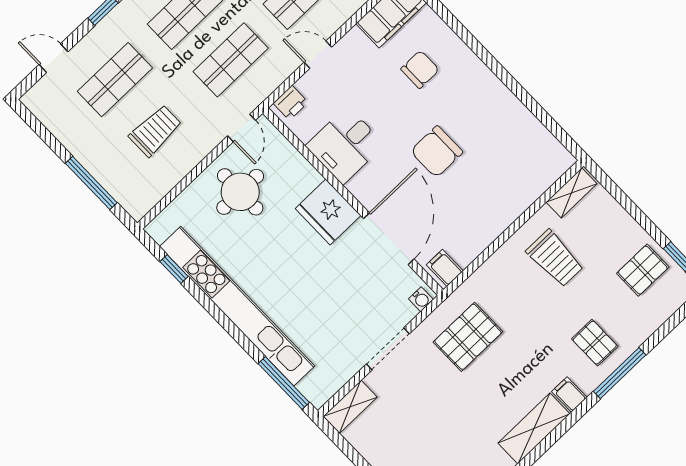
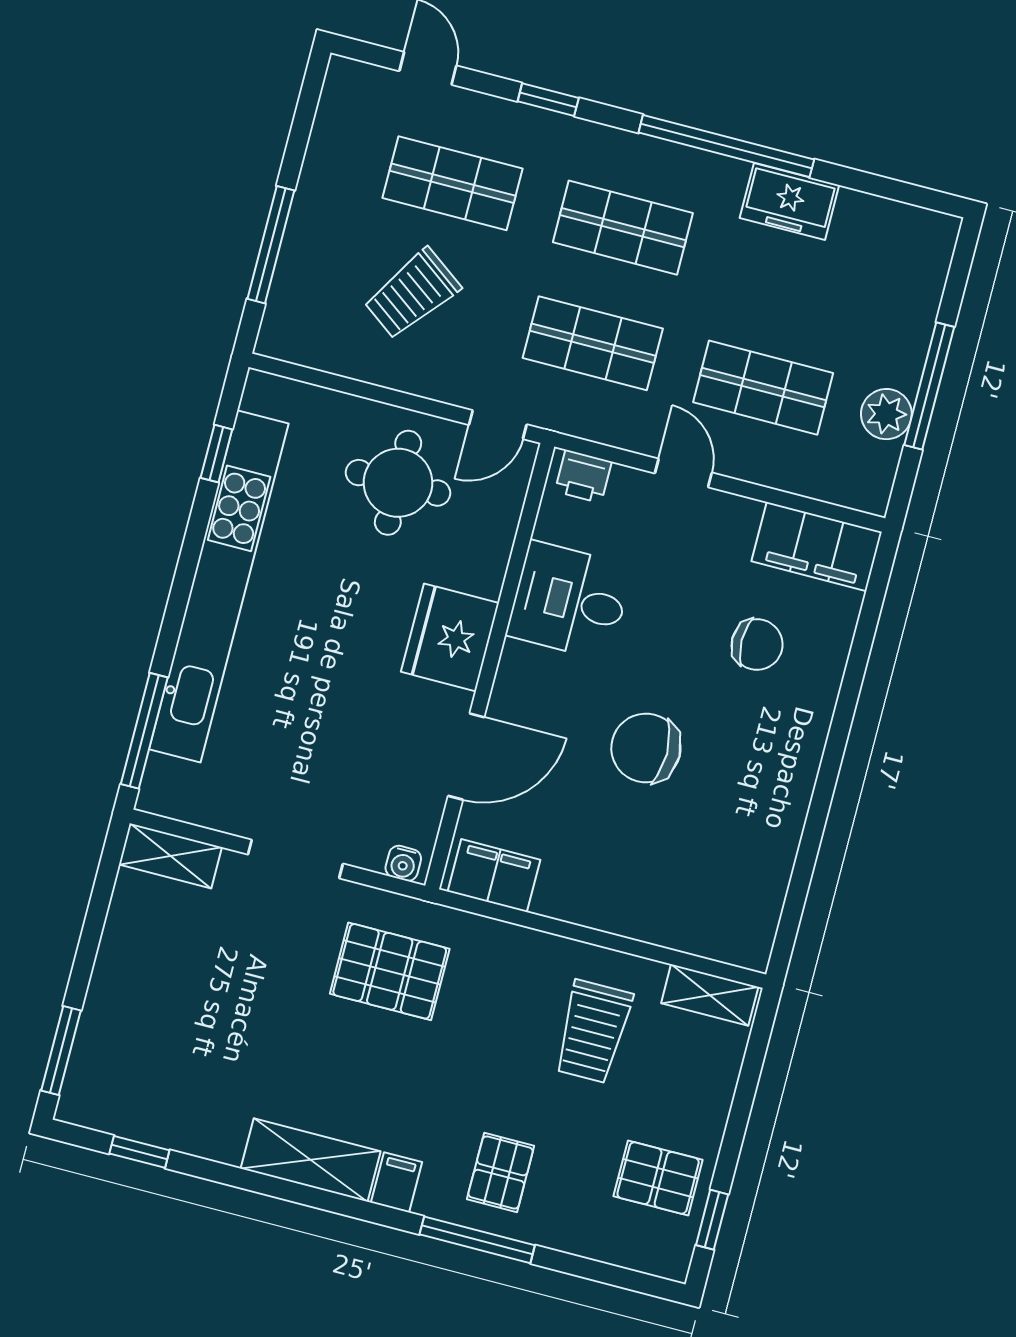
trolley: (155, 131) -> (412, 294), turned 126
door: (389, 239) -> (466, 756), width x0.73
filing cabinet: (445, 268) -> (494, 876), width x2.00

